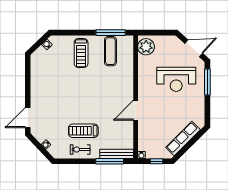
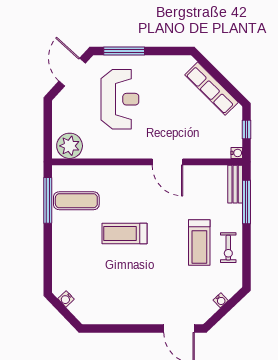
treadmill: (81, 53) -> (124, 233), moved, turned 180
bench: (117, 154) -> (235, 184), width x0.73

